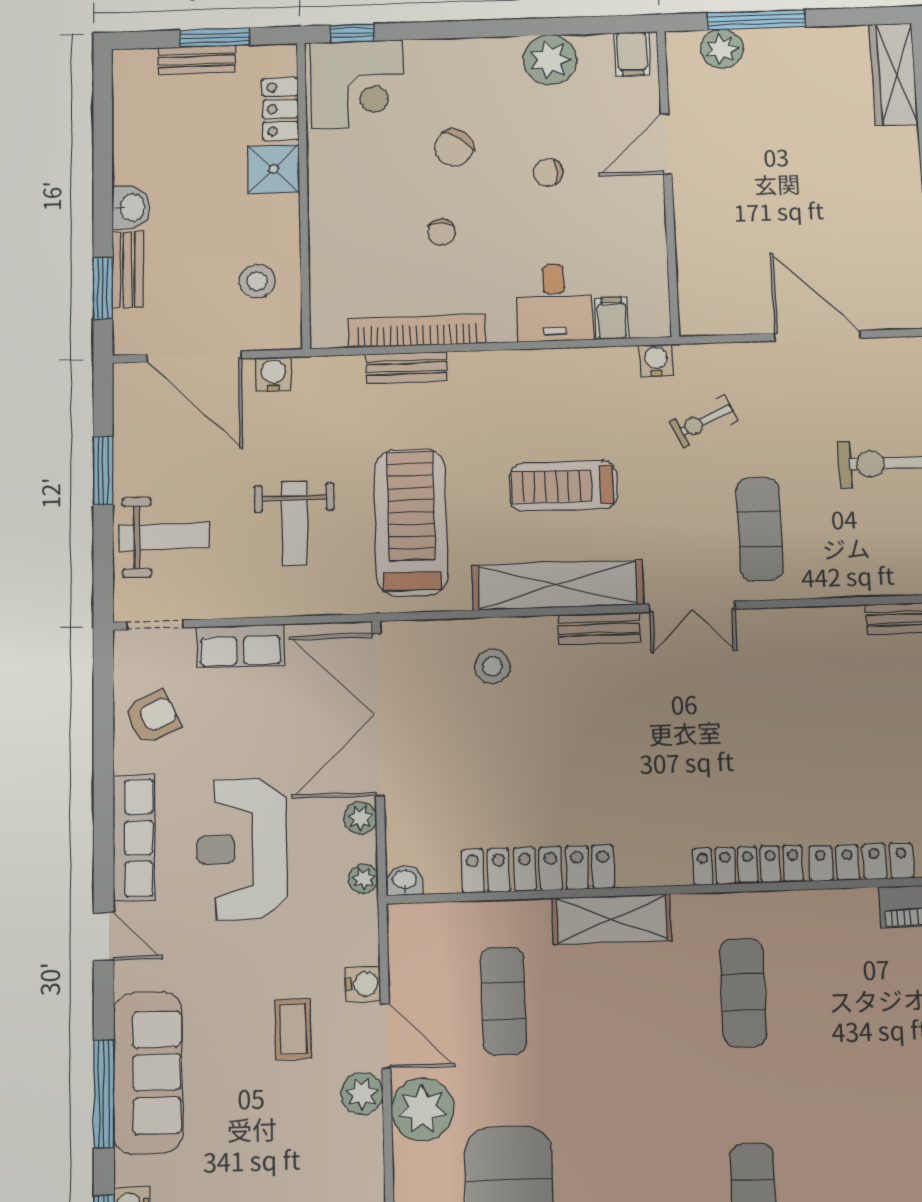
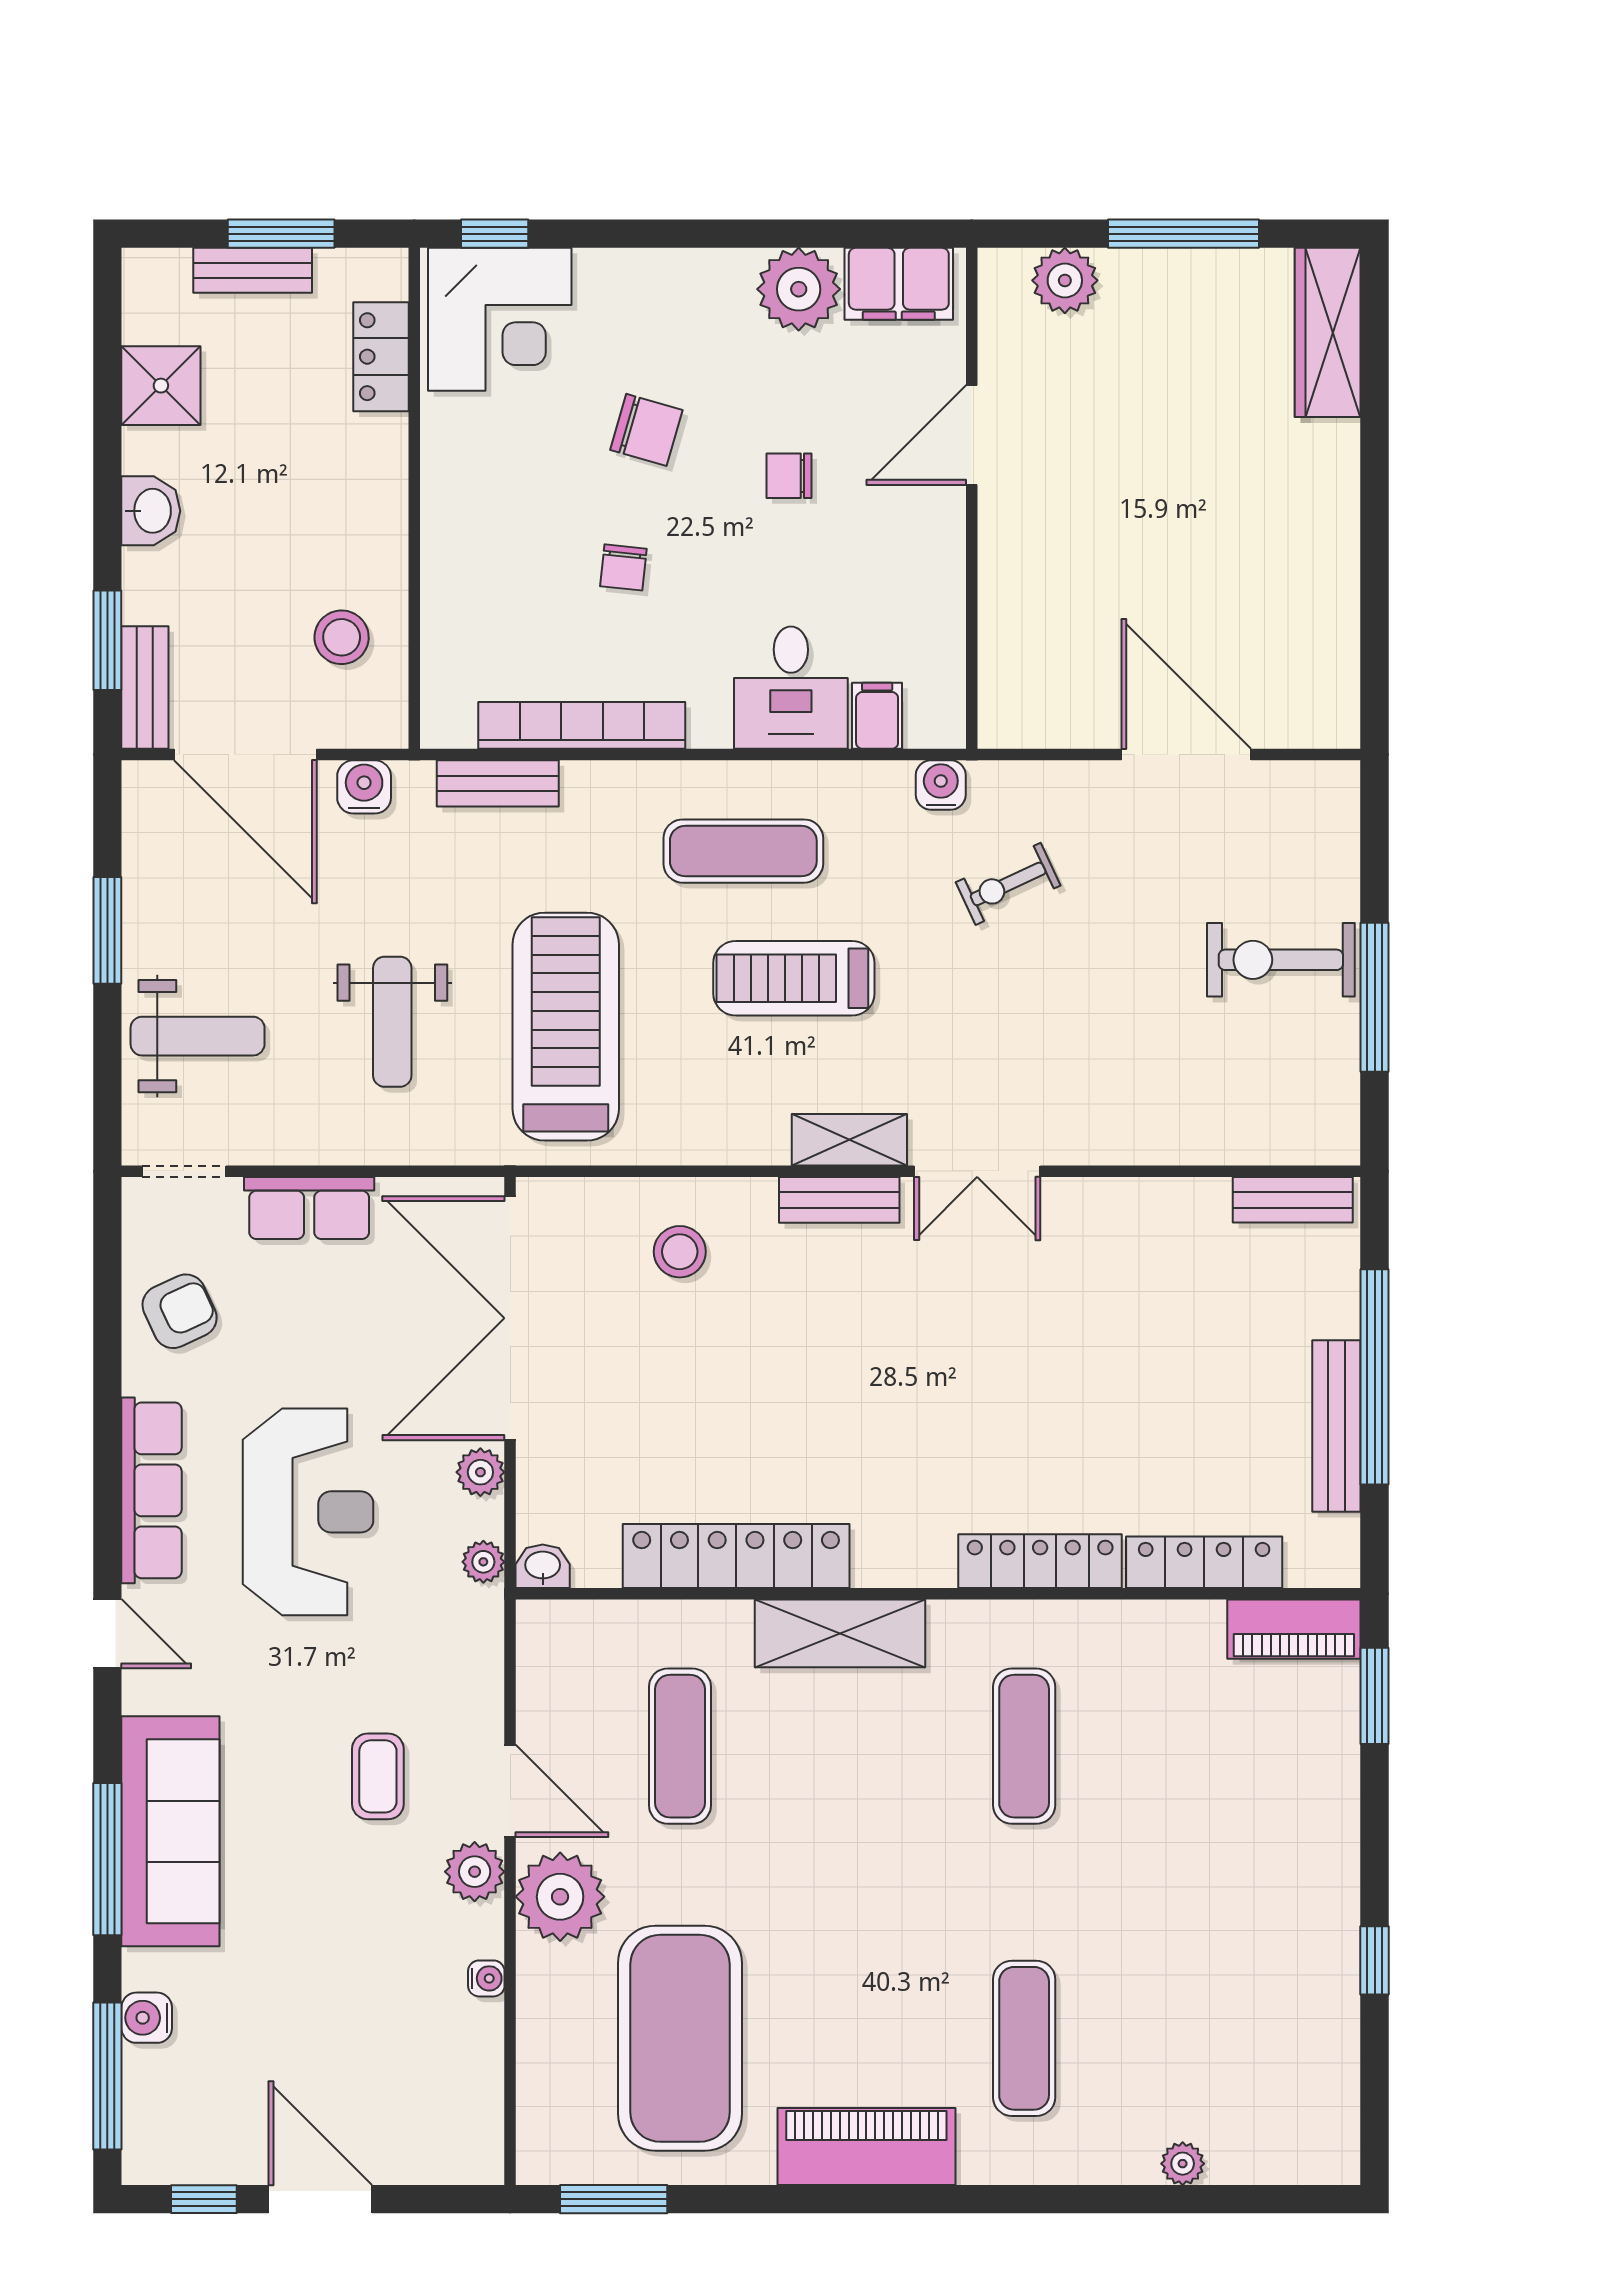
window: (756, 20) -> (1184, 234), moved
filing cabinet: (632, 54) -> (899, 284), width x2.00
chair: (454, 148) -> (646, 430), turned -108
shower: (274, 169) -> (161, 386), moved
bench: (128, 269) -> (145, 688), moved
bench: (406, 368) -> (498, 783), moved
exercise mat: (760, 529) -> (743, 851), moved, turned 90
shelving: (558, 585) -> (849, 1140), width x0.45, depth x0.75
reception desk: (242, 849) -> (308, 1512), turned 180
water cooler: (363, 984) -> (486, 1978), moved, width x0.72, depth x0.72

